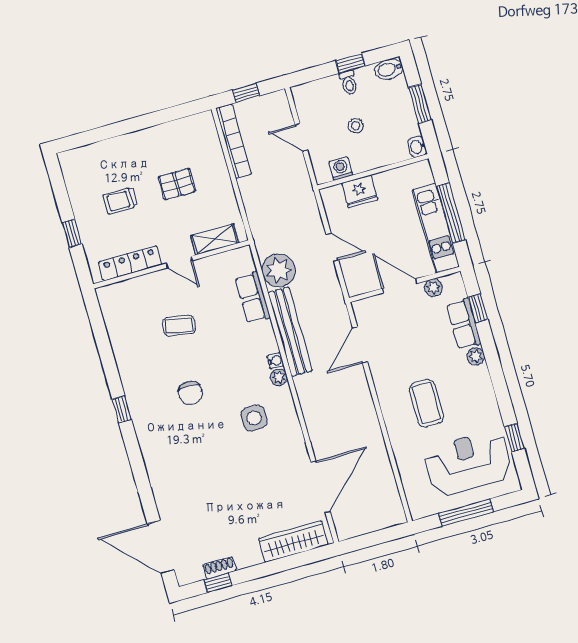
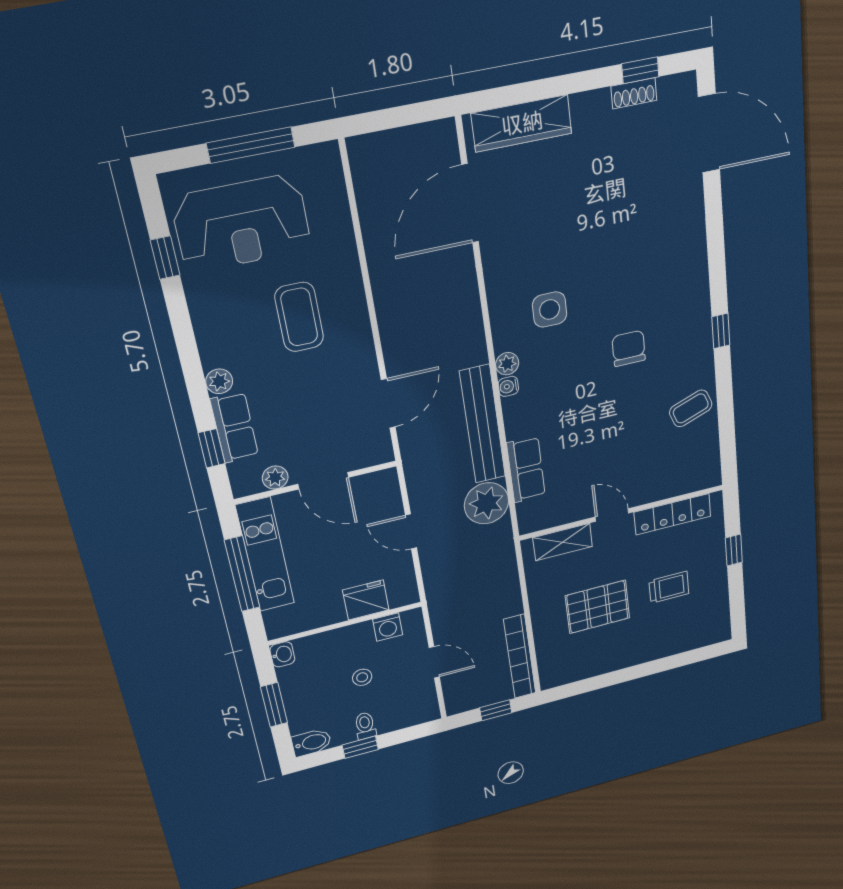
pallet: (177, 184) -> (598, 607), width x1.50, depth x1.42
coffee table: (179, 326) -> (691, 408), moved, turned -30

